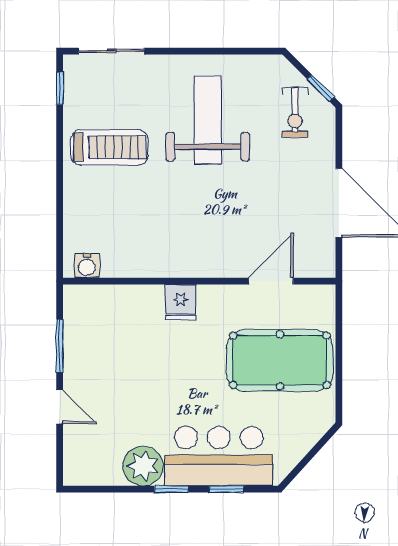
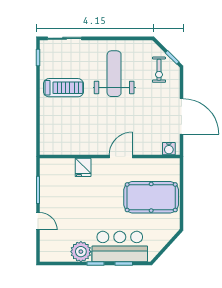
water cooler: (87, 266) -> (169, 149), moved
door: (271, 281) -> (121, 157), moved
fridge: (181, 302) -> (83, 167), moved

